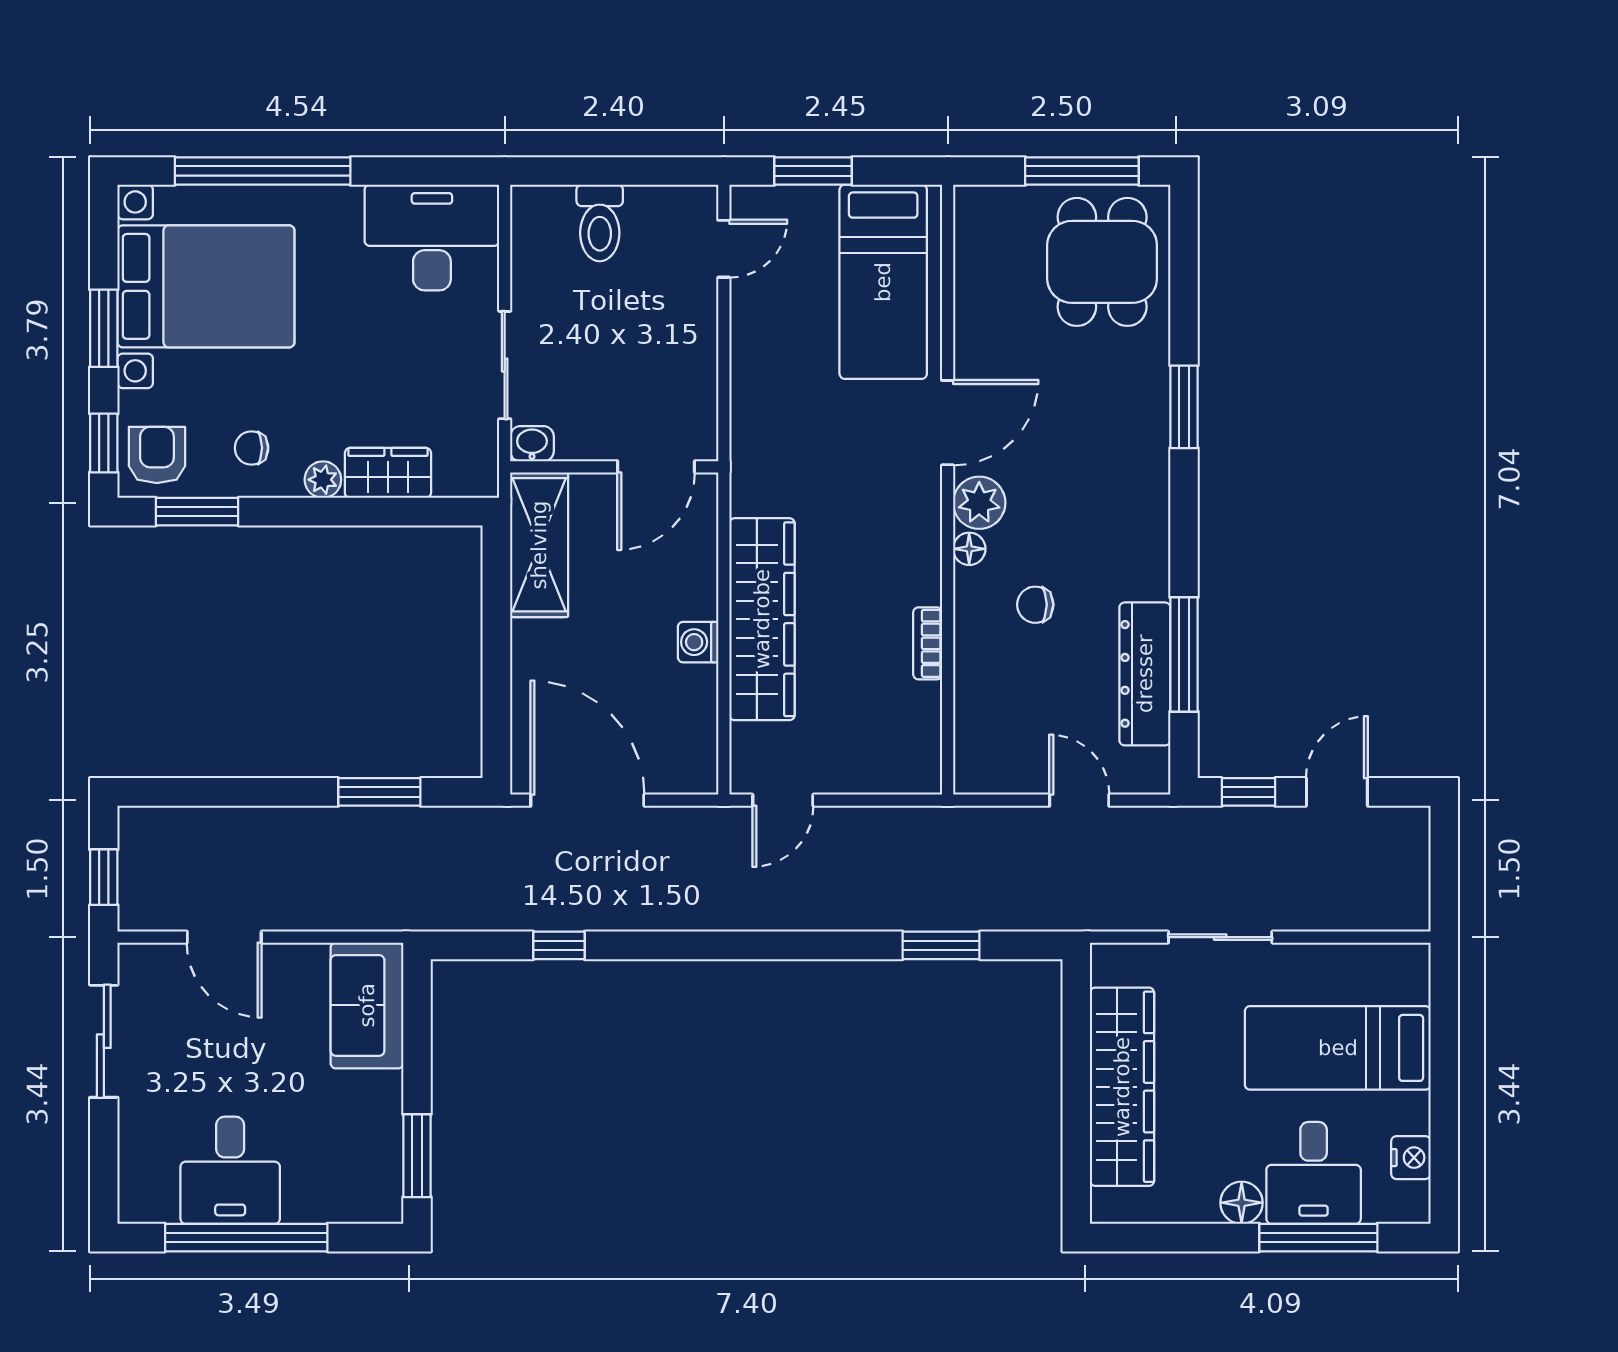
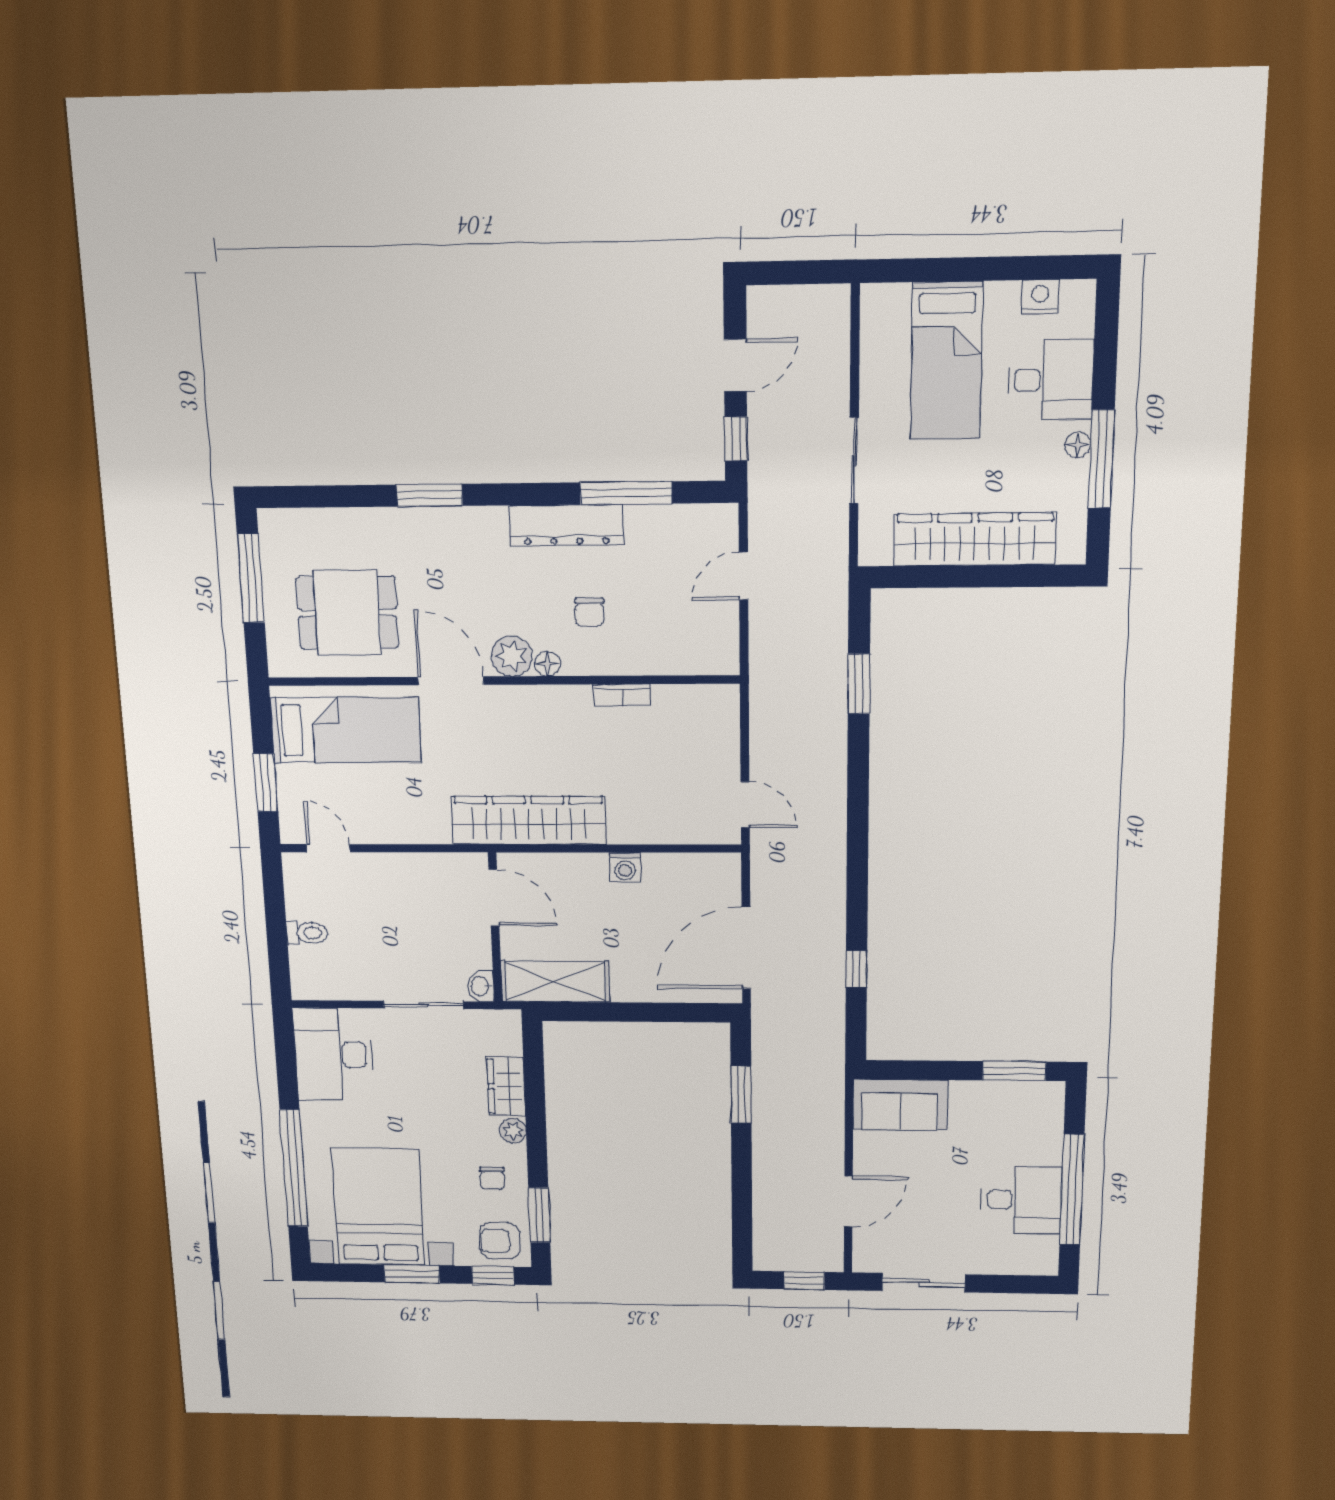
toilet: (600, 223) -> (307, 933), width x0.73, depth x0.72
dining table: (1102, 262) -> (347, 613), moved
wardrobe: (762, 619) -> (529, 820), moved
dresser: (1145, 674) -> (566, 525), moved
door: (1337, 792) -> (735, 365), swing flipped
floor lamp: (1242, 1203) -> (1078, 445), width x0.73, depth x0.73
window: (1318, 1238) -> (1101, 459), moved

